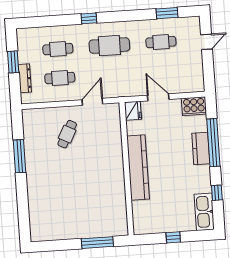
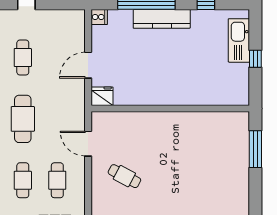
cooker: (194, 106) -> (99, 17), width x0.53, depth x0.76
kitchen counter: (201, 148) -> (162, 19), width x1.50
kitchen counter: (138, 167) -> (170, 95), removed
kitchen sink: (204, 212) -> (239, 40), moved, turned 90

